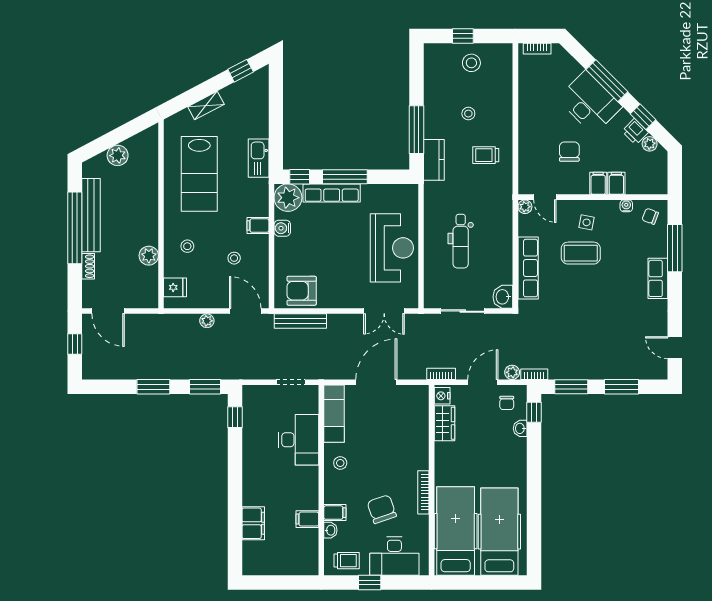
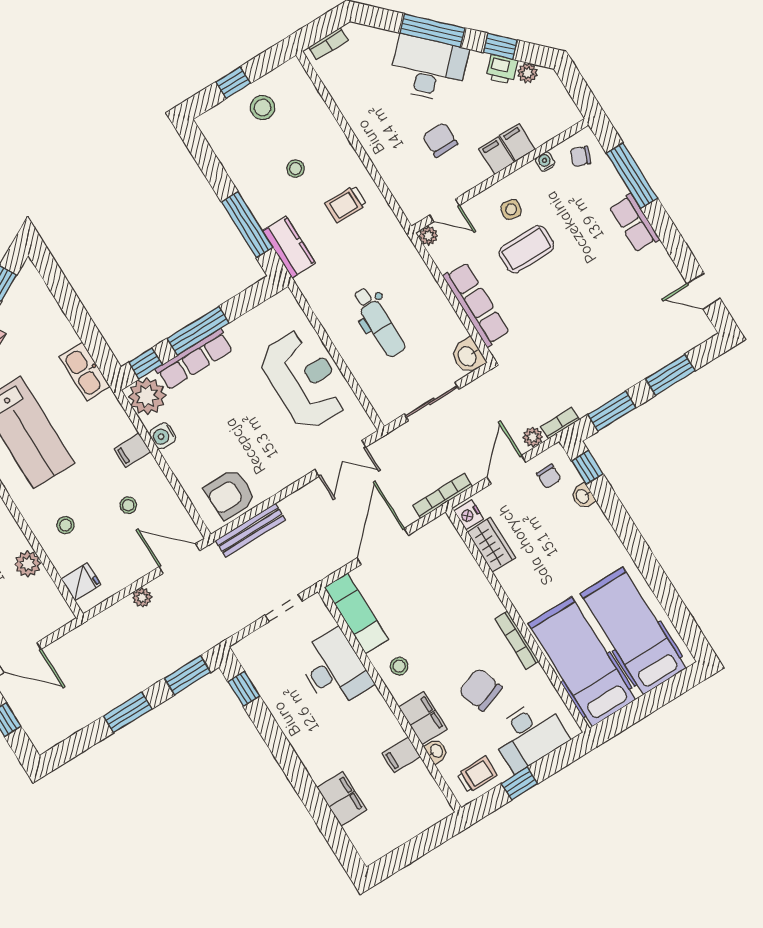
bookcase: (441, 374) -> (443, 496), width x1.56
filing cabinet: (335, 513) -> (423, 718), width x2.00

